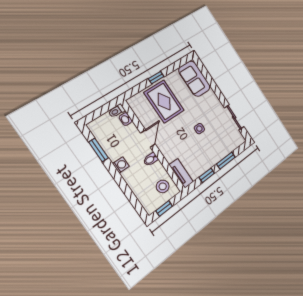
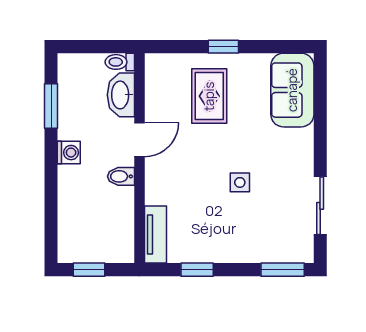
rug: (164, 101) -> (209, 96), width x0.73, depth x0.70
washbasin: (126, 119) -> (121, 95), width x1.91, depth x1.45
window: (226, 160) -> (283, 270), moved
stool: (163, 186) -> (111, 233), removed

